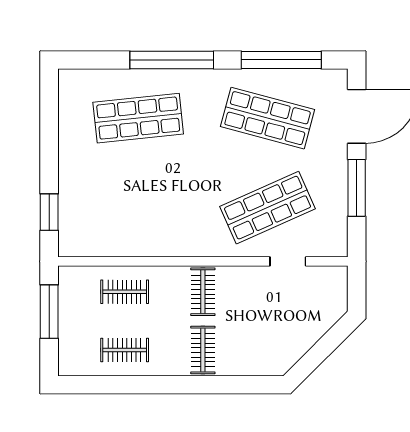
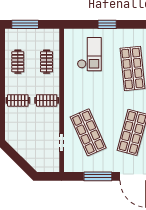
checkout: (109, 205) -> (89, 54), added
window: (49, 212) -> (107, 24), moved
window: (49, 312) -> (25, 24), moved

